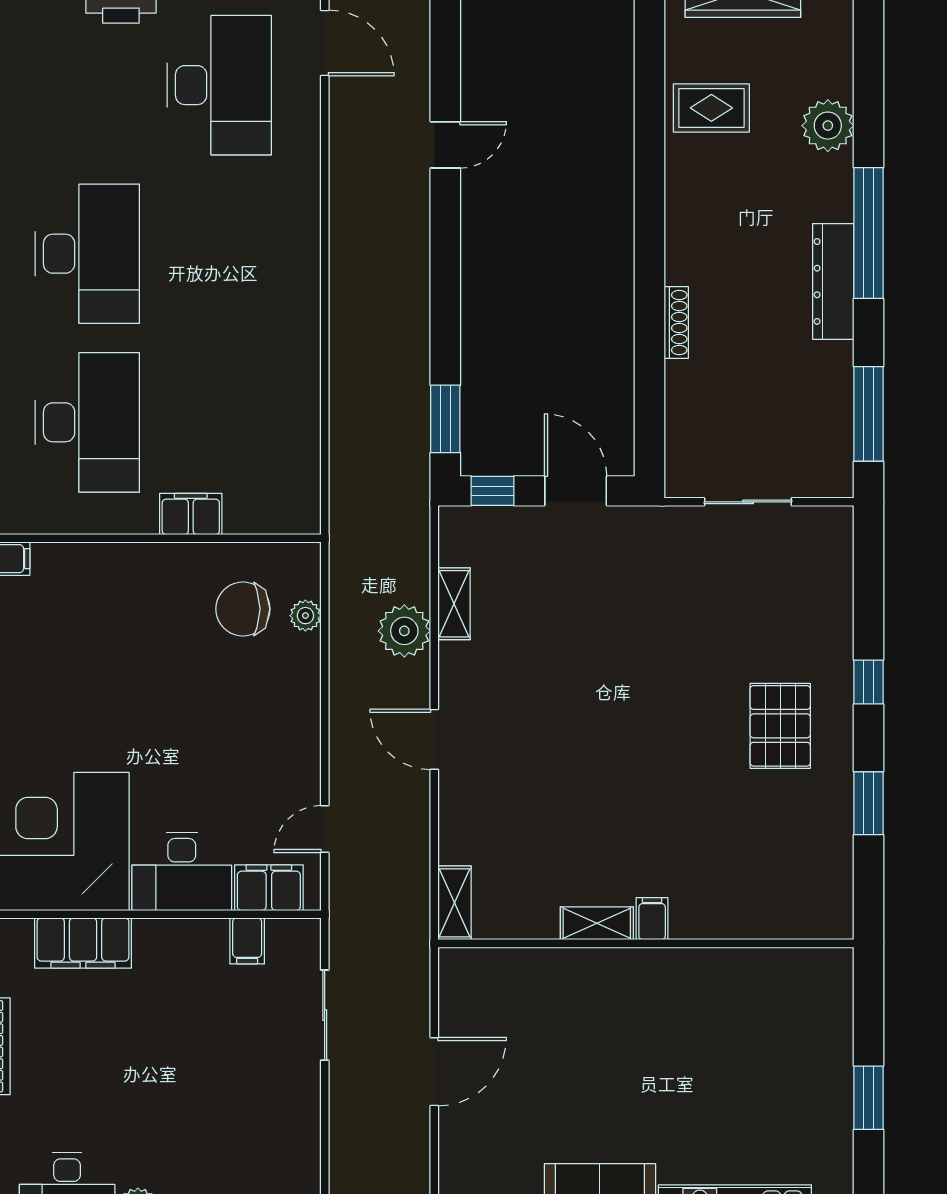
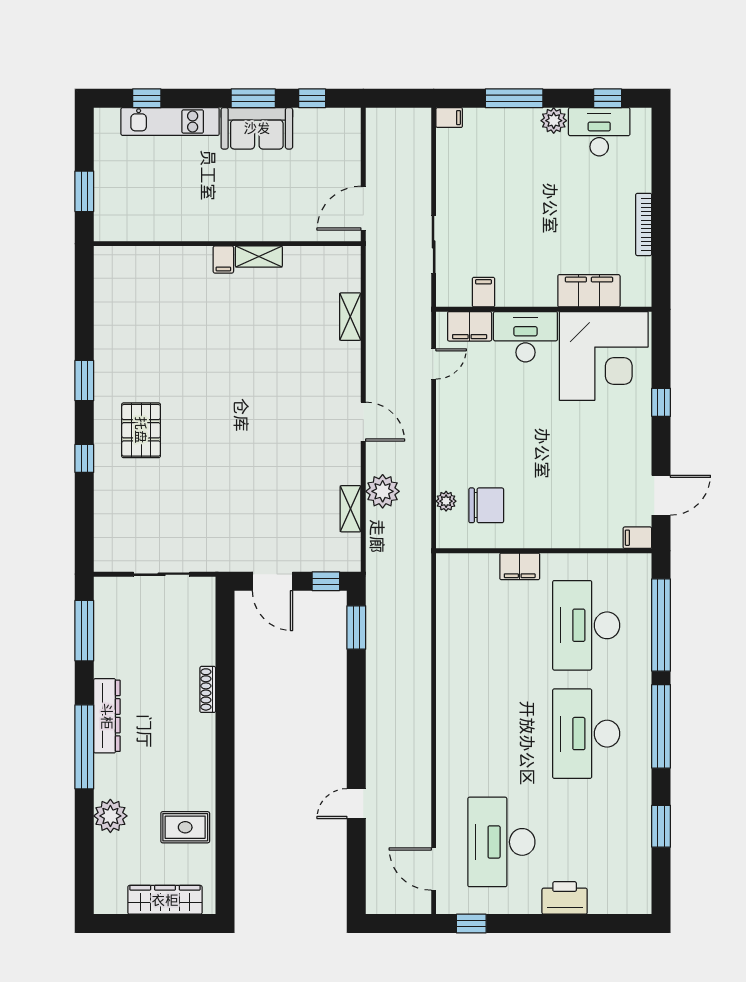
filing cabinet: (652, 919) -> (223, 260), moved
shelving: (597, 923) -> (259, 257), moved
wall: (646, 943) -> (227, 244), moved

